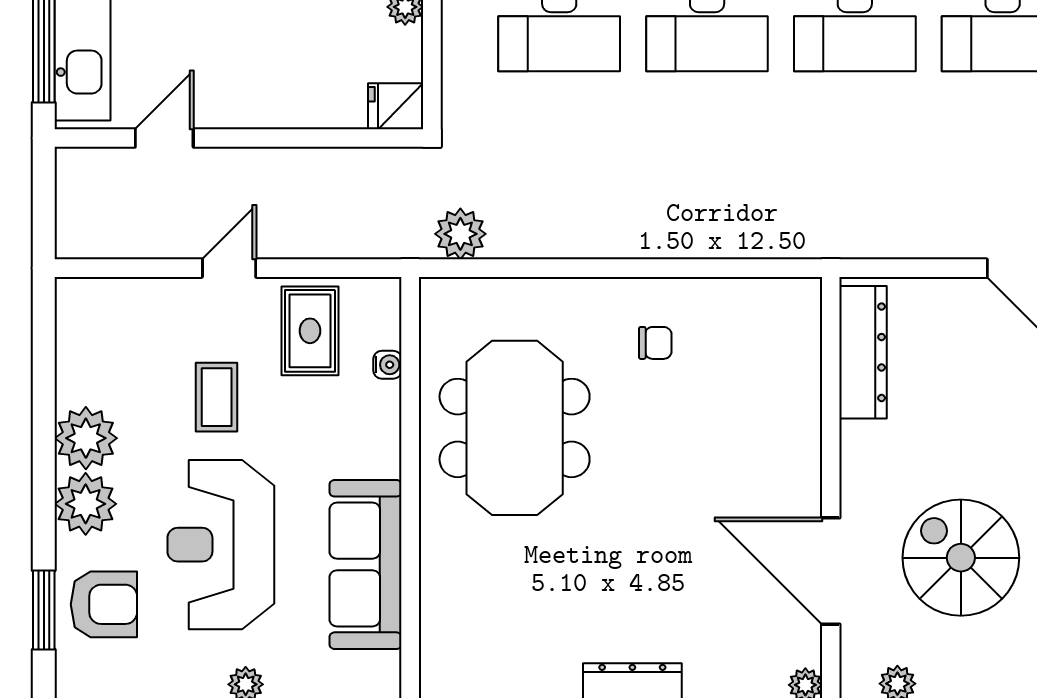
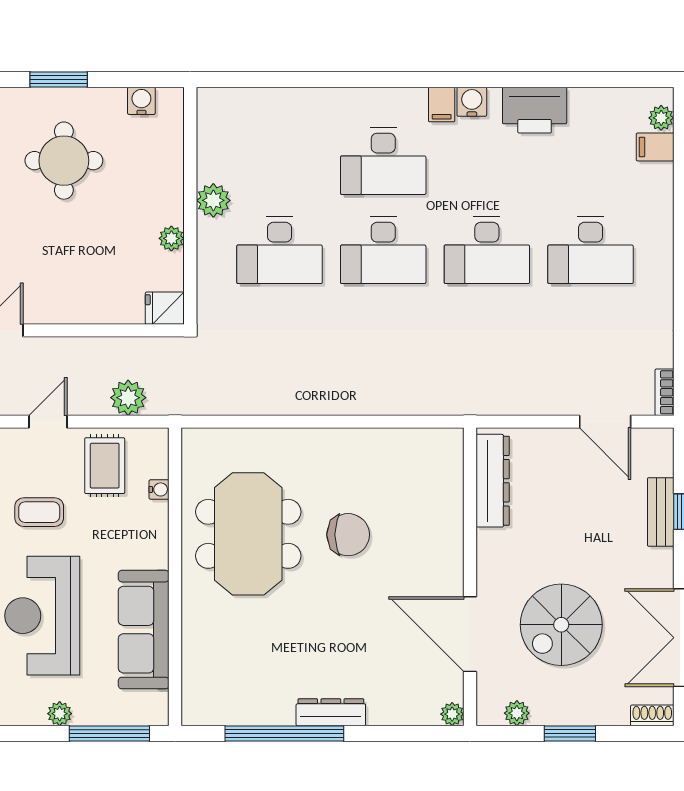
plant: (460, 234) -> (128, 398), moved
chair: (655, 343) -> (348, 535), moved, width x1.87, depth x1.87
coffee table: (217, 397) -> (39, 512), turned 90
spiral stairs: (961, 558) -> (561, 625), turned -90

